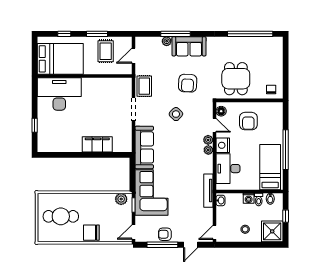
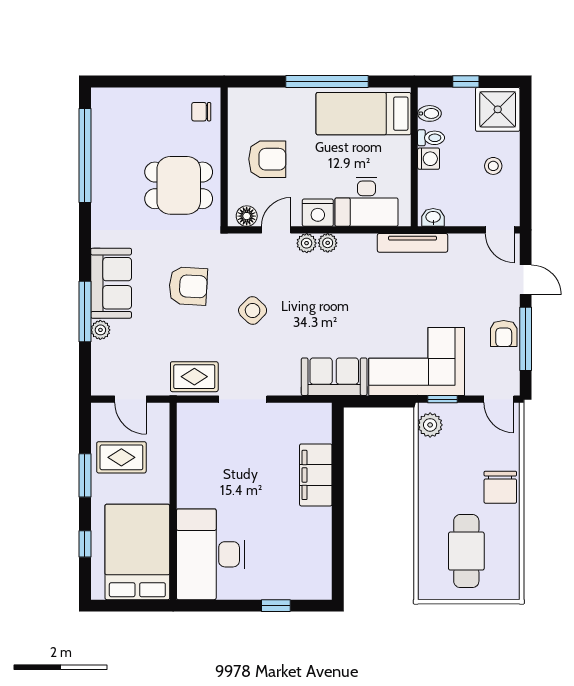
sofa: (144, 147) -> (334, 377), width x0.73

